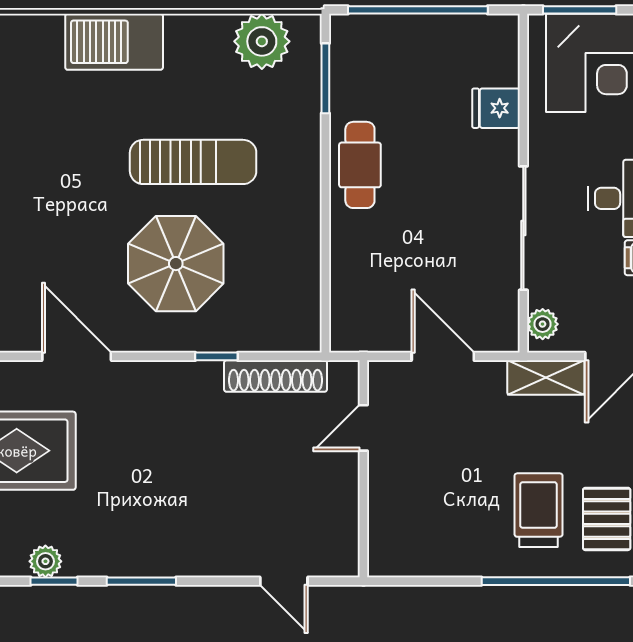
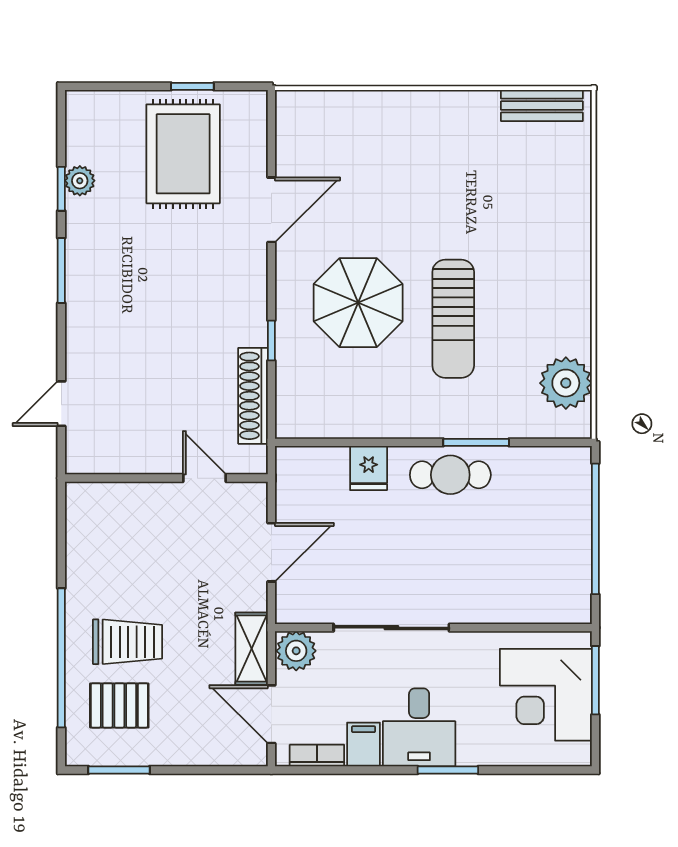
barbecue: (114, 42) -> (565, 245), removed
window: (325, 78) -> (476, 442), moved
fridge: (496, 108) -> (369, 468), moved, turned 180
plant: (543, 324) -> (296, 651), width x1.38, depth x1.38

